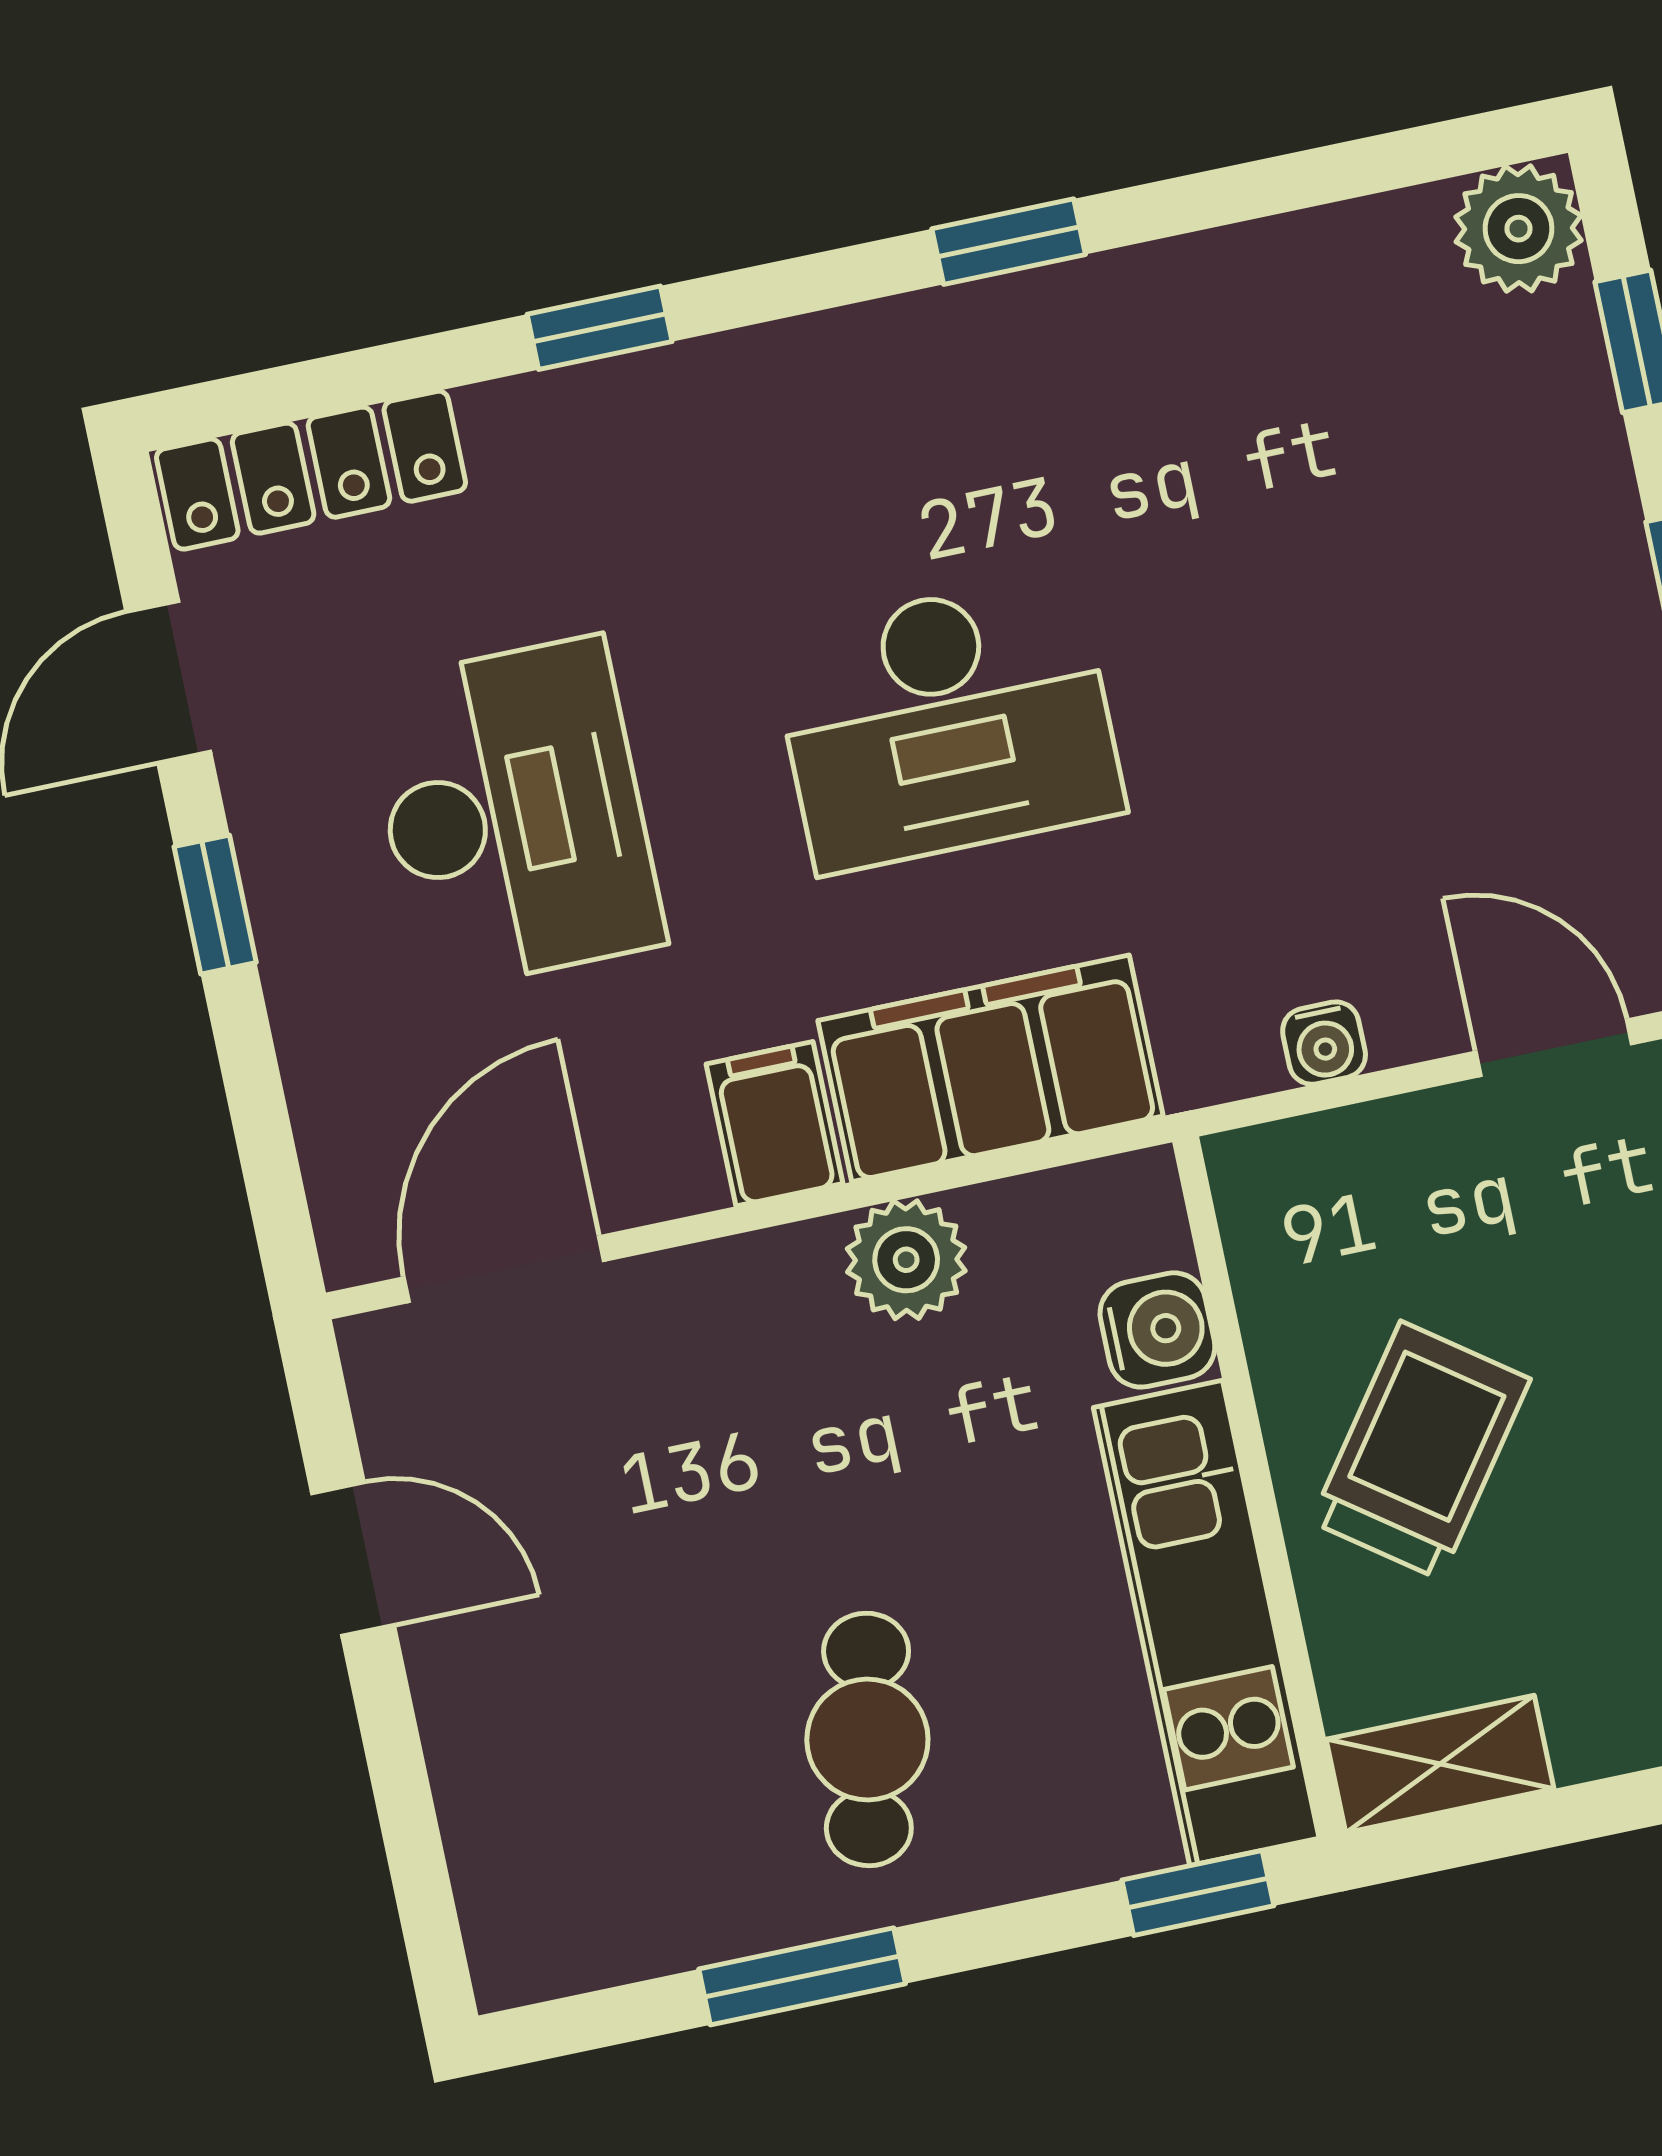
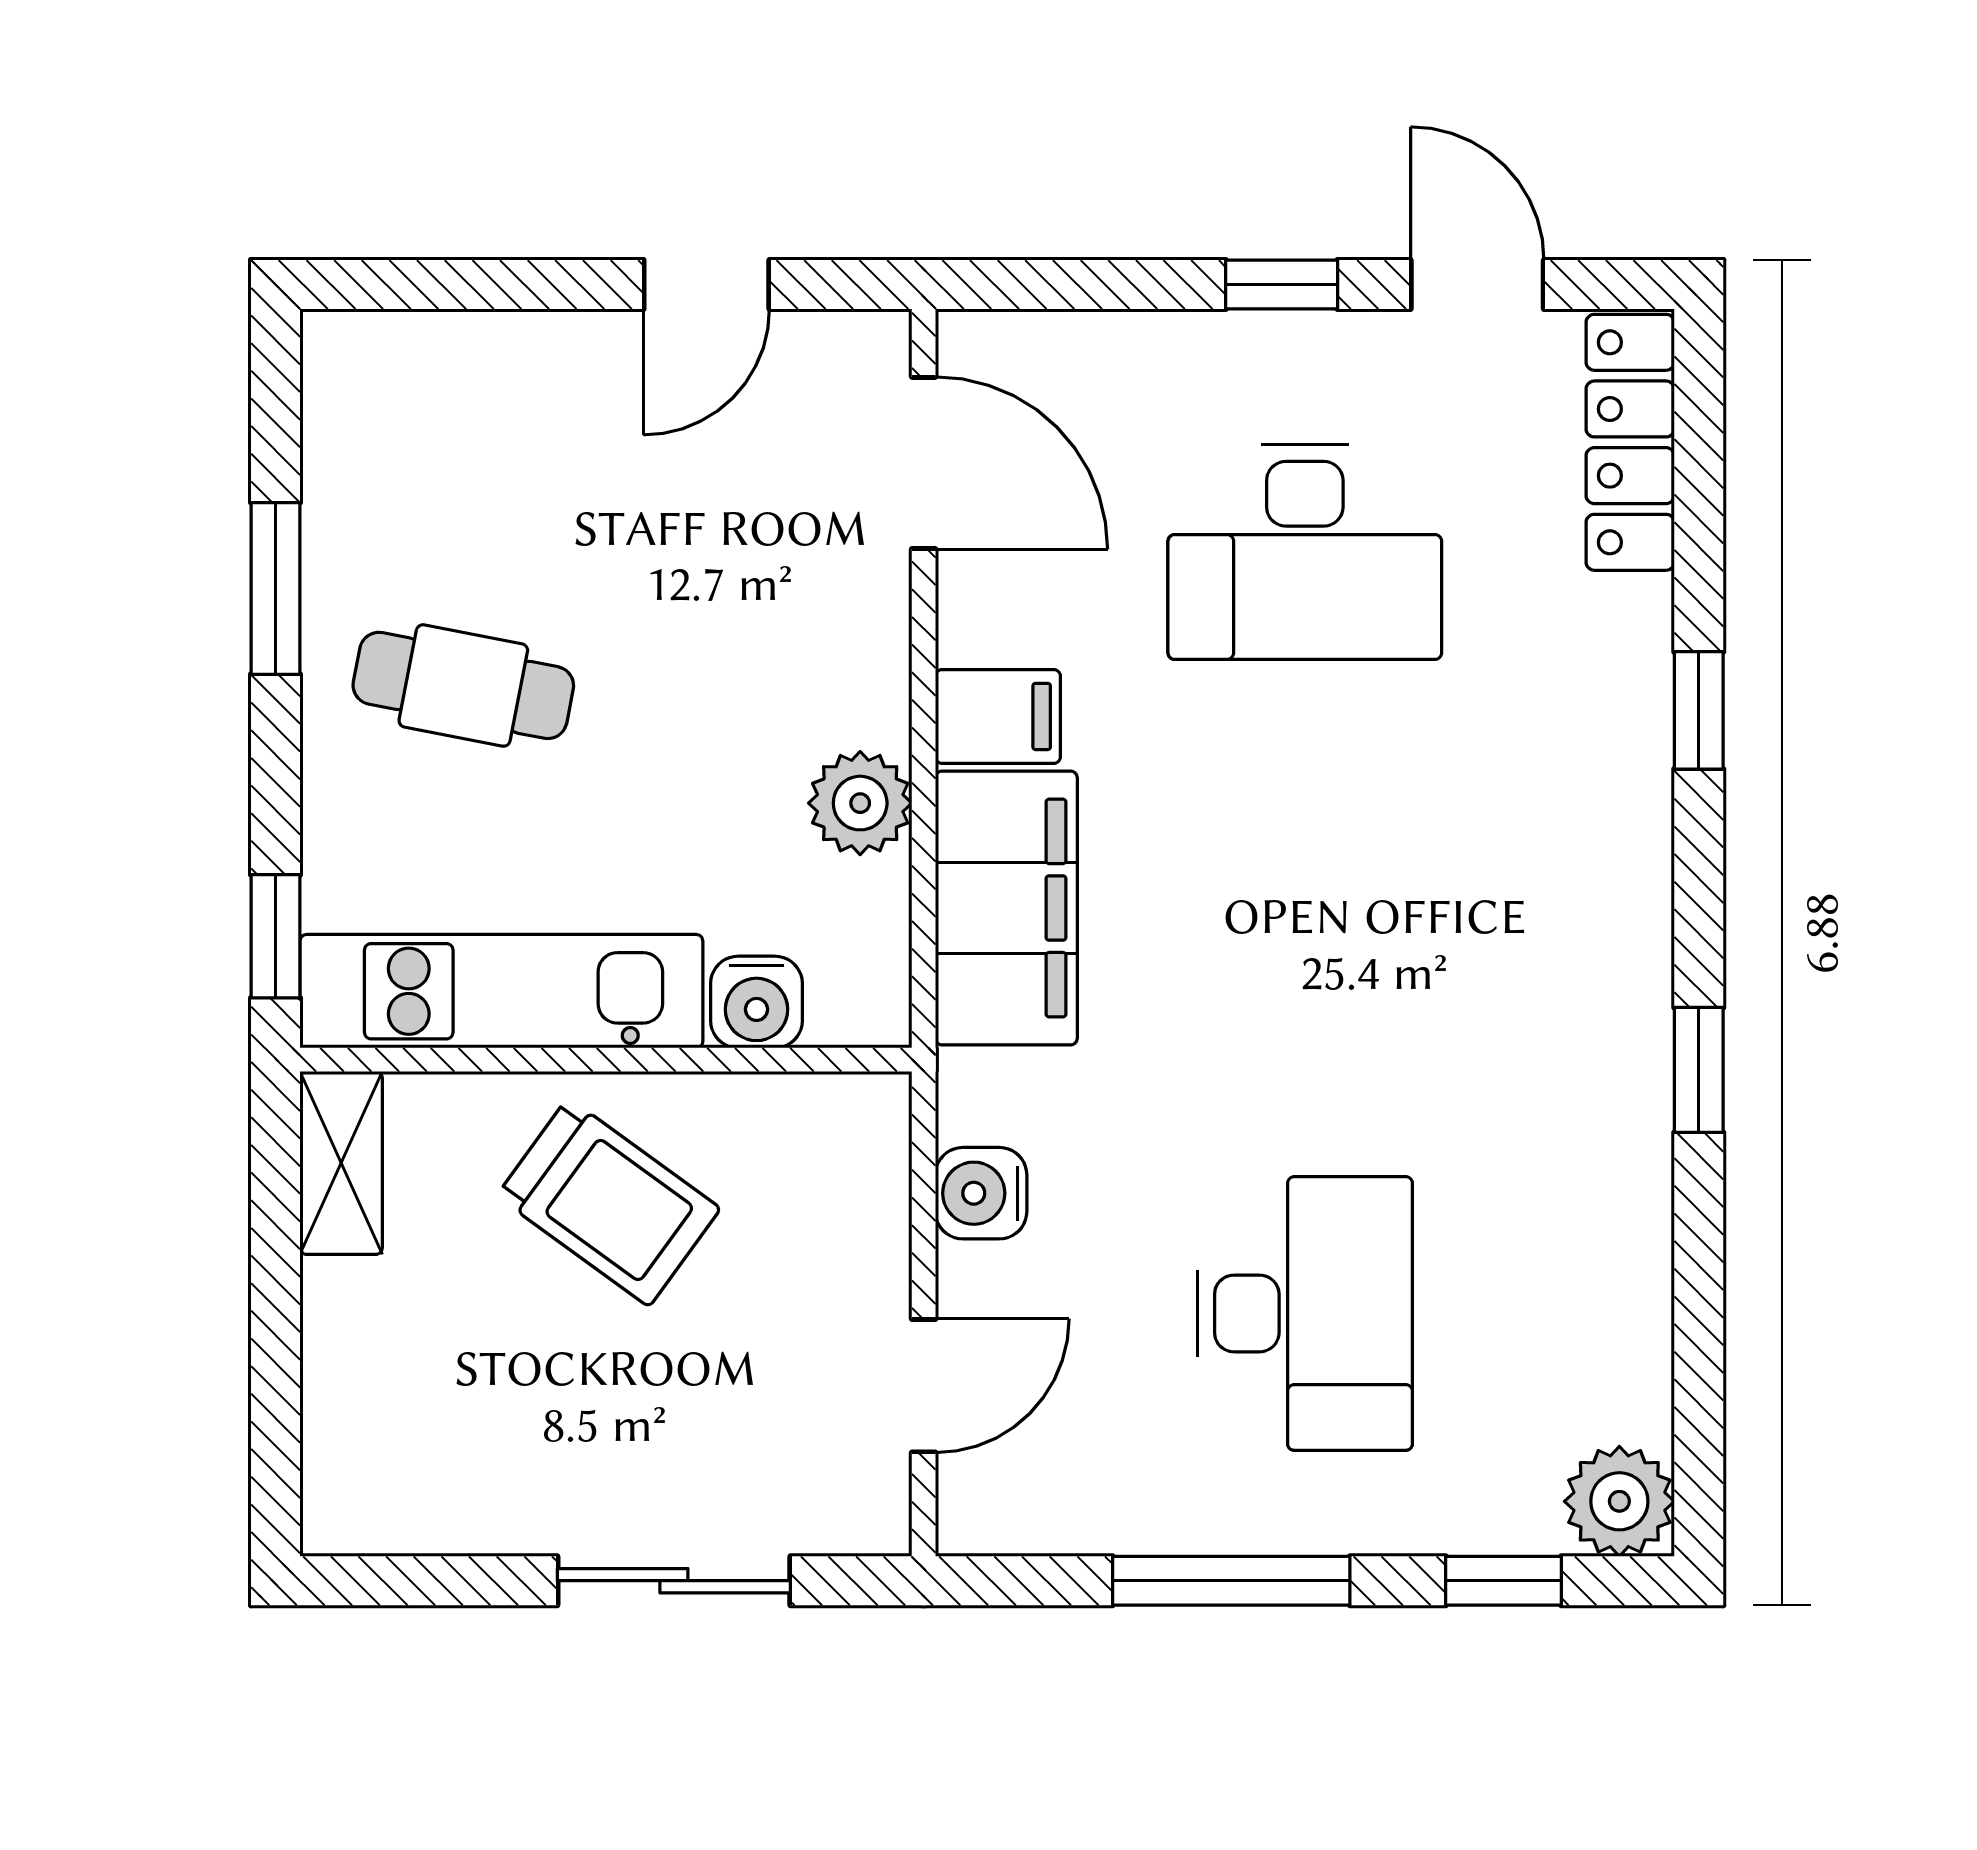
desk: (947, 723) -> (1305, 1313), moved, turned 180
water cooler: (1324, 1043) -> (981, 1193), width x1.38, depth x1.38

